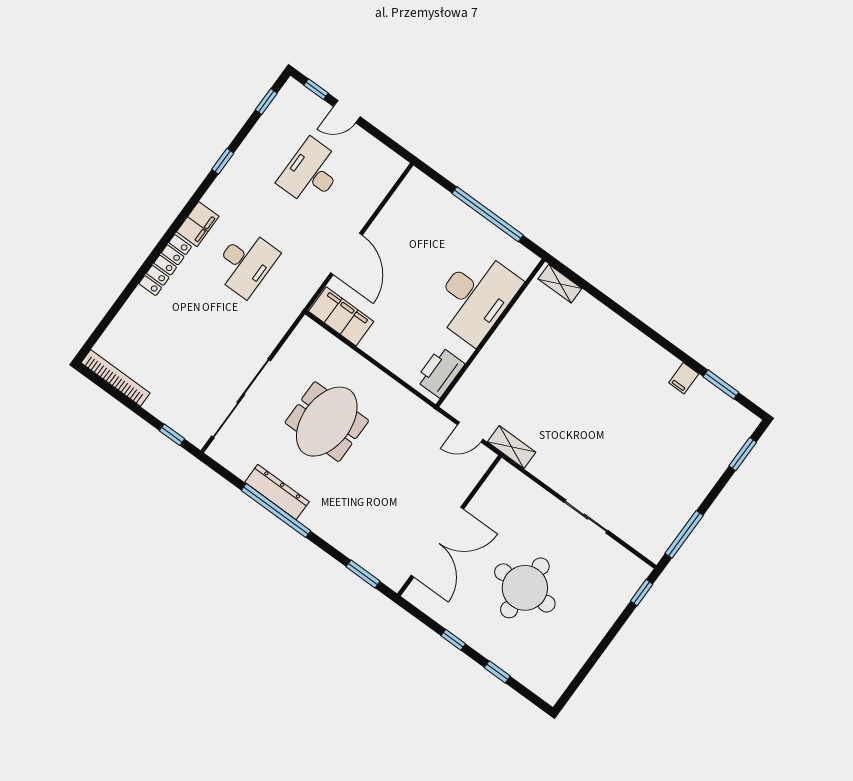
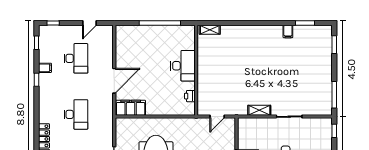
door: (347, 112) -> (89, 23), moved
desk: (311, 173) -> (76, 58), turned 180
filing cabinet: (198, 224) -> (45, 68), moved, width x0.50
door: (346, 254) -> (114, 81), hinge flipped
desk: (475, 297) -> (183, 66), width x0.73, depth x0.77
printer: (440, 372) -> (190, 96), width x0.53, depth x0.68
shelving: (512, 447) -> (259, 110), moved

